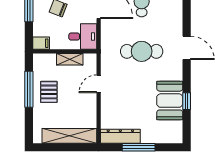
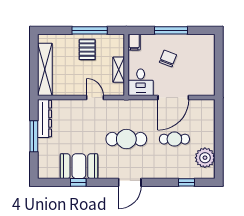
cafe table: (142, 51) -> (126, 139), turned 90
pallet: (49, 92) -> (87, 50), turned 90

